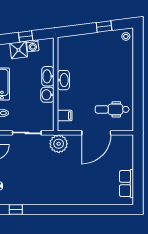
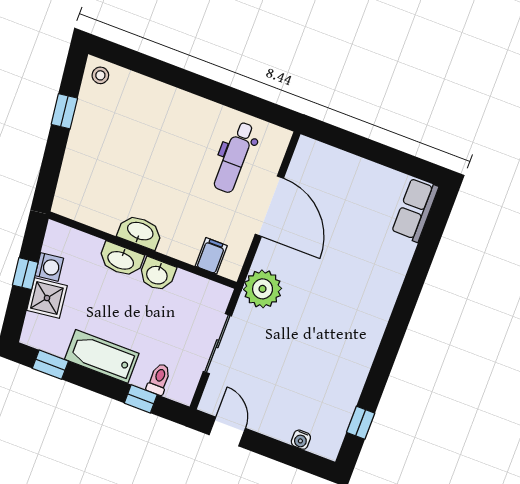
row of seats: (126, 183) -> (415, 210), moved, turned 90

